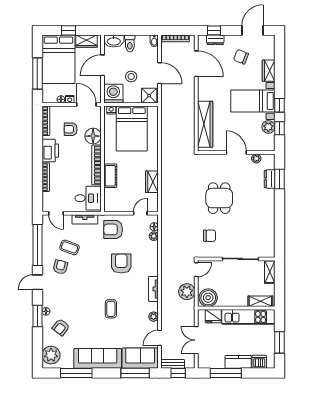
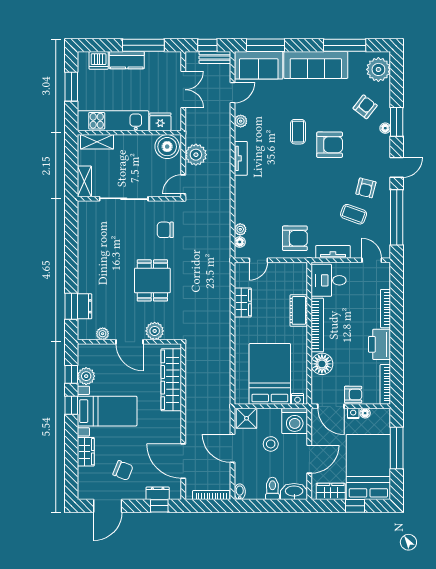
armchair: (71, 129) -> (353, 395), moved
plant: (217, 161) -> (155, 331), added
armchair: (121, 263) -> (330, 145), moved, turned -90

